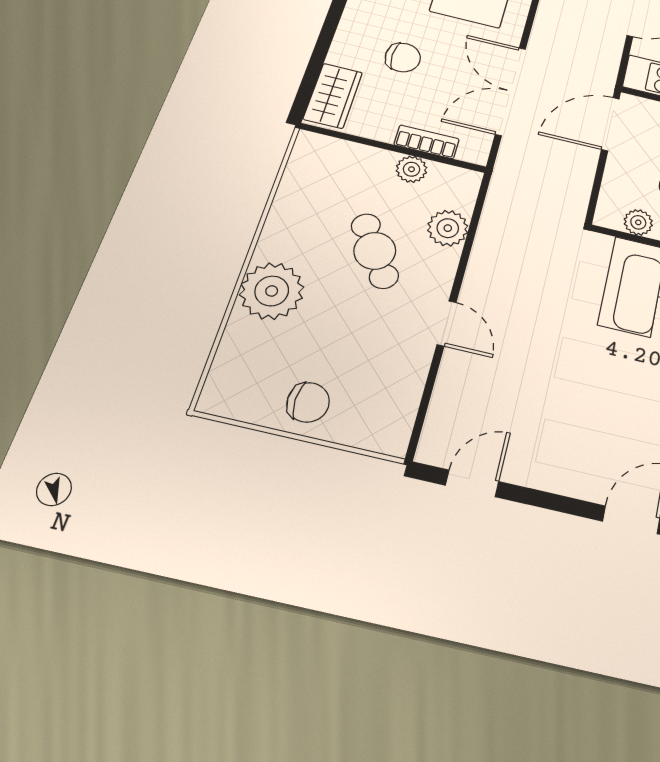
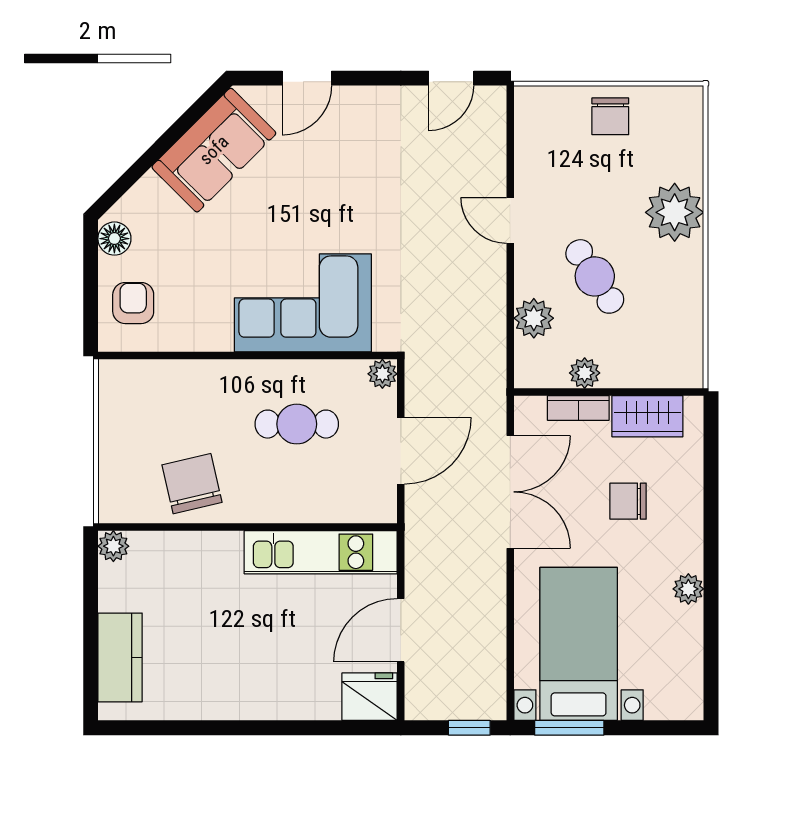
wardrobe: (333, 96) -> (647, 416), moved, turned -90
door: (610, 124) -> (401, 451), moved
plant: (638, 222) -> (382, 374), moved
chair: (308, 402) -> (610, 116), turned -90

